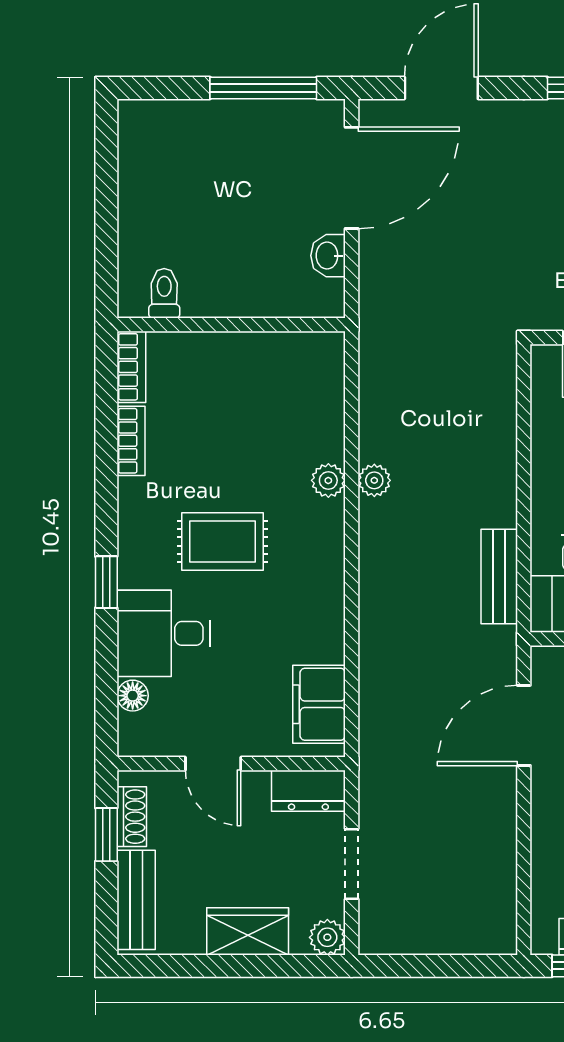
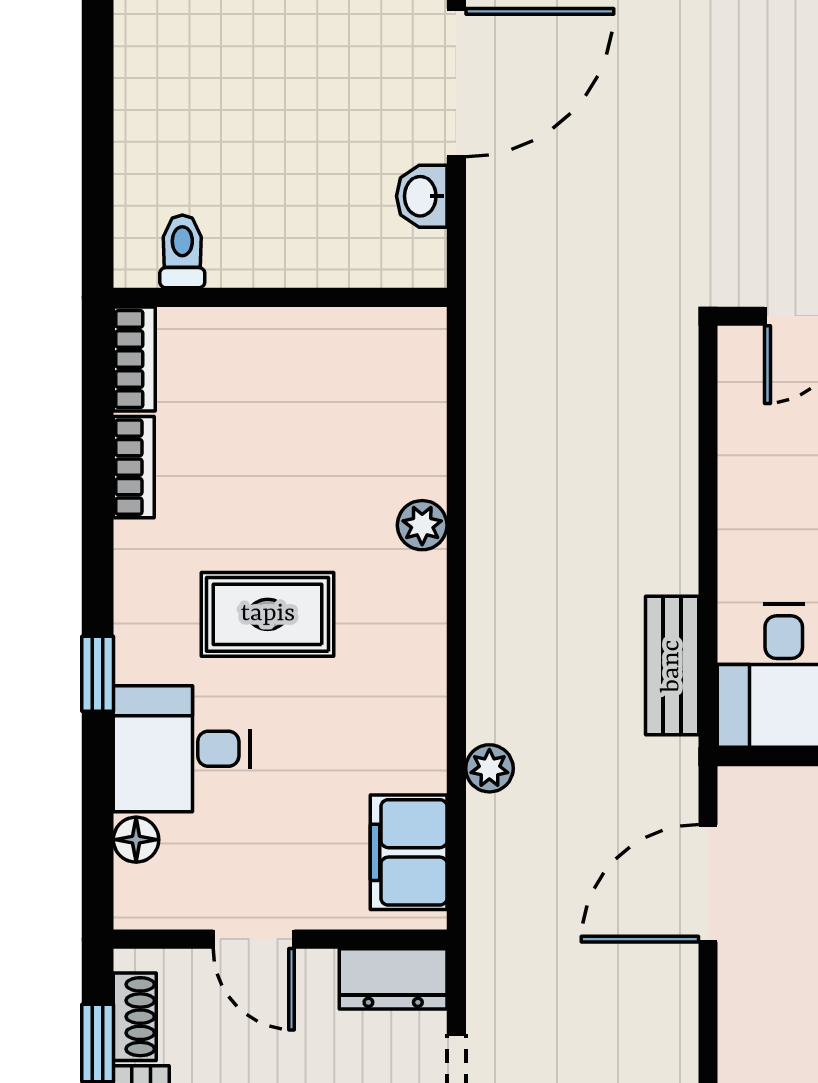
plant: (374, 480) -> (489, 768), moved

